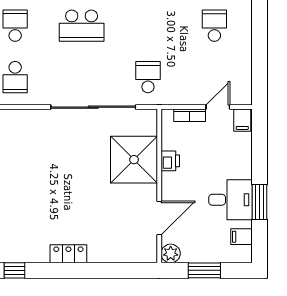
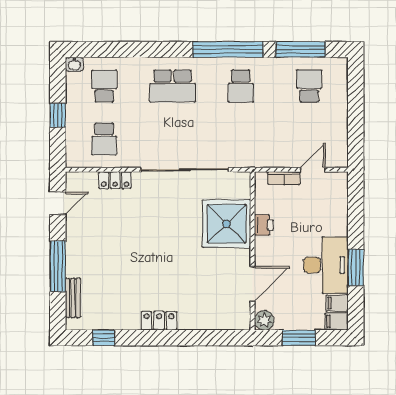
school desk: (148, 77) -> (241, 86), moved, turned 180
locker: (26, 117) -> (115, 180), added
filing cabinet: (242, 120) -> (337, 321), moved, turned 90
desk: (230, 200) -> (326, 265), width x1.37

